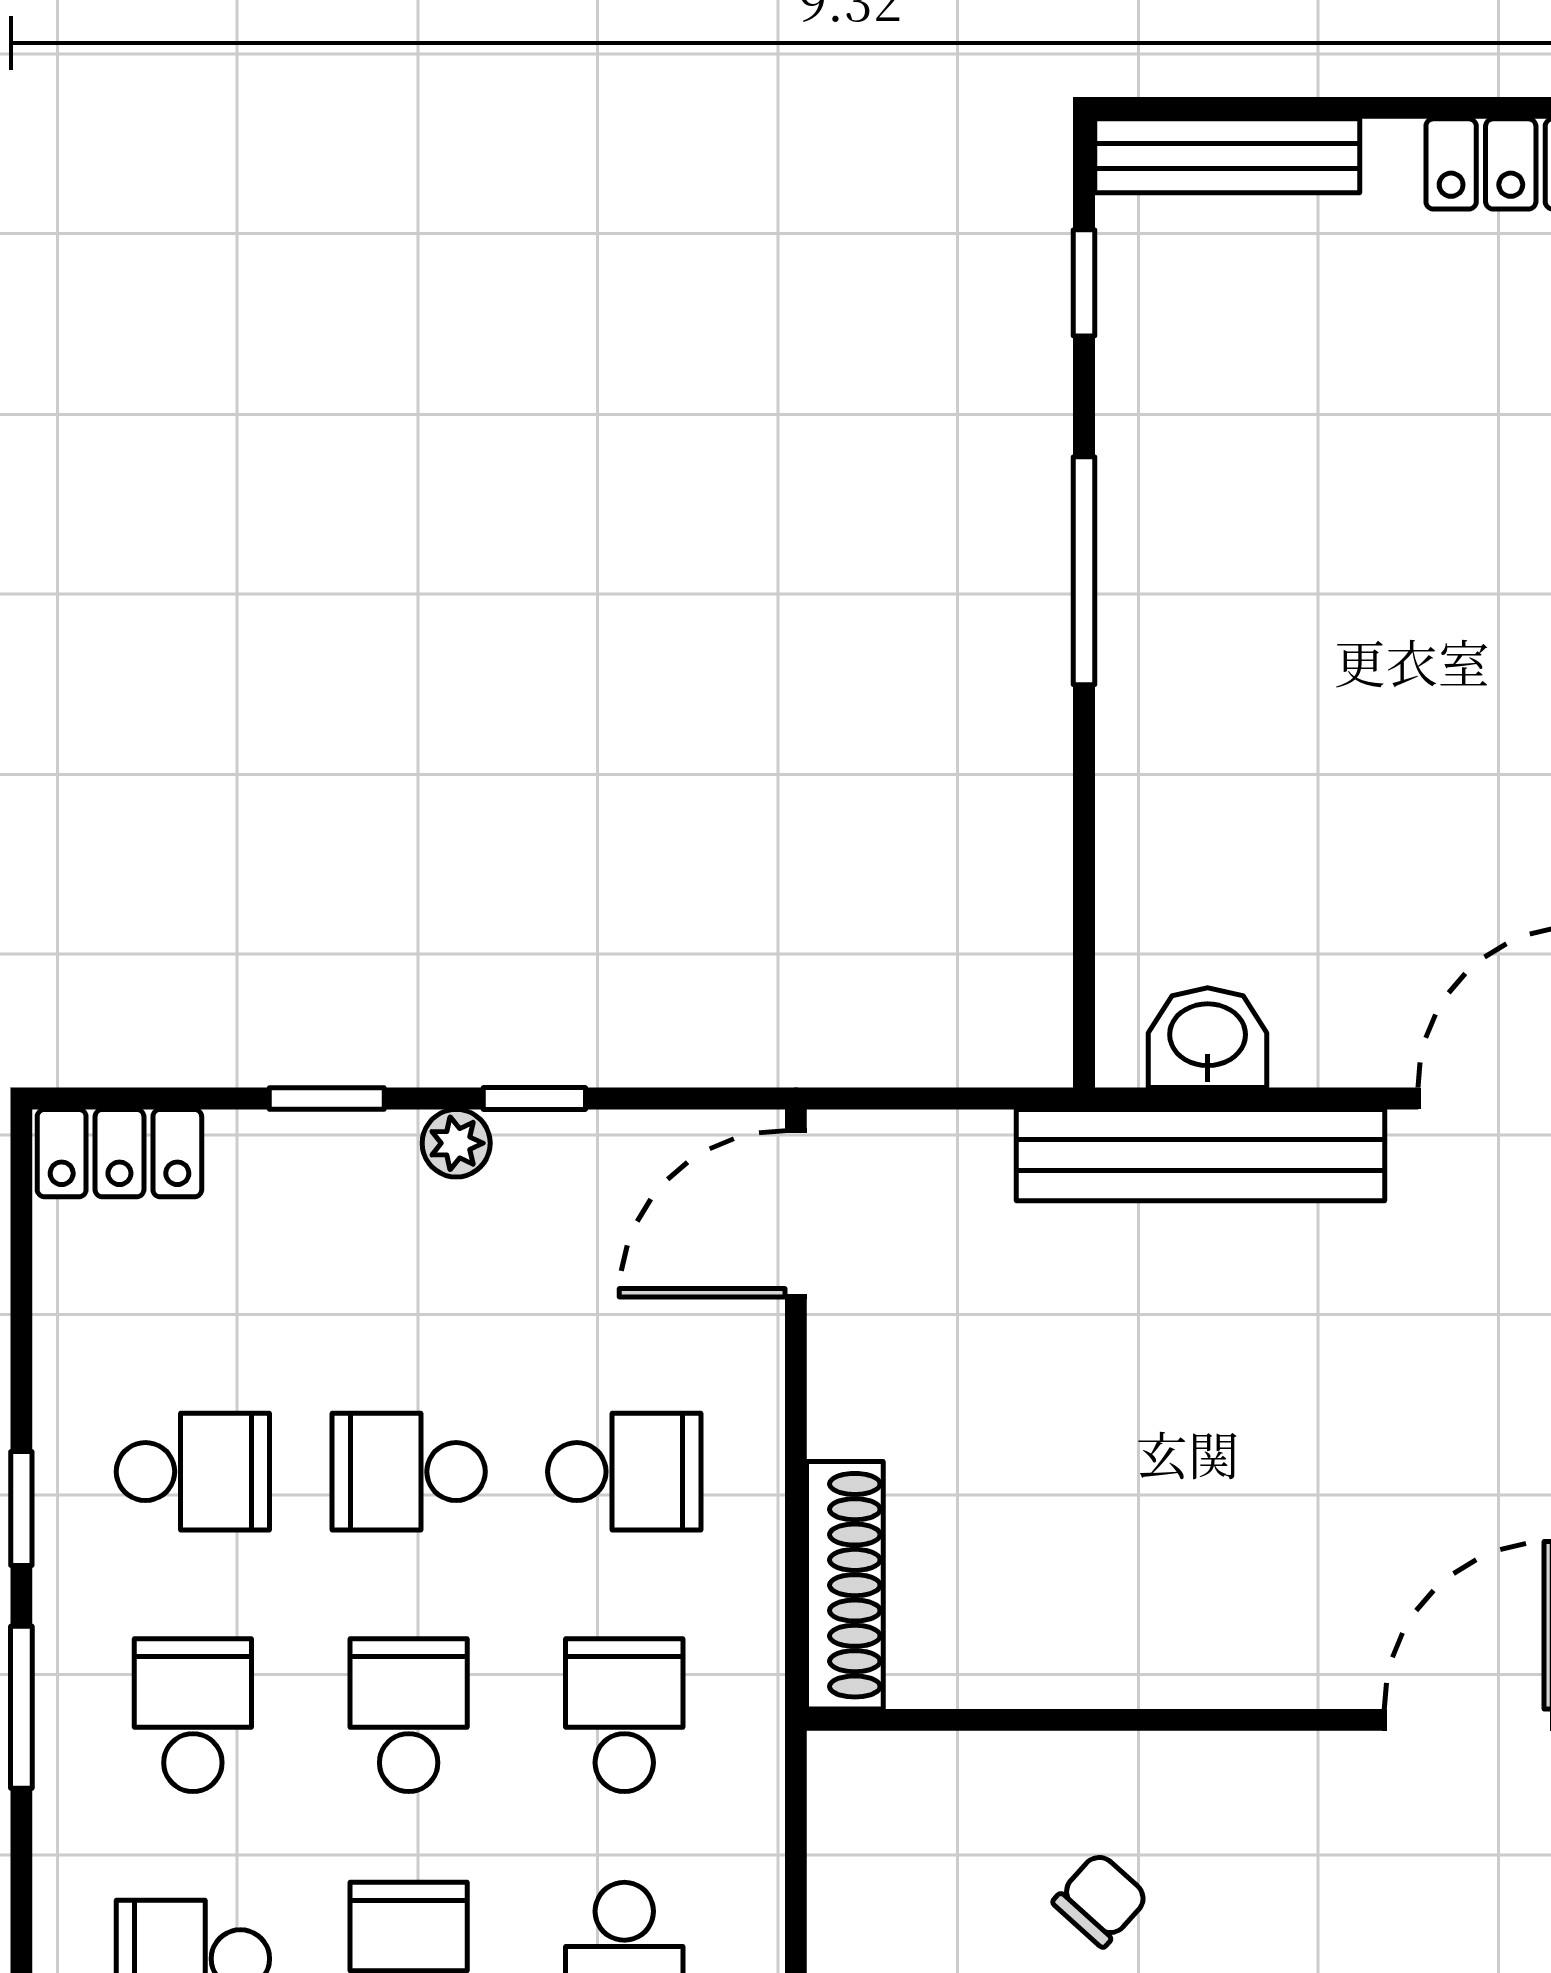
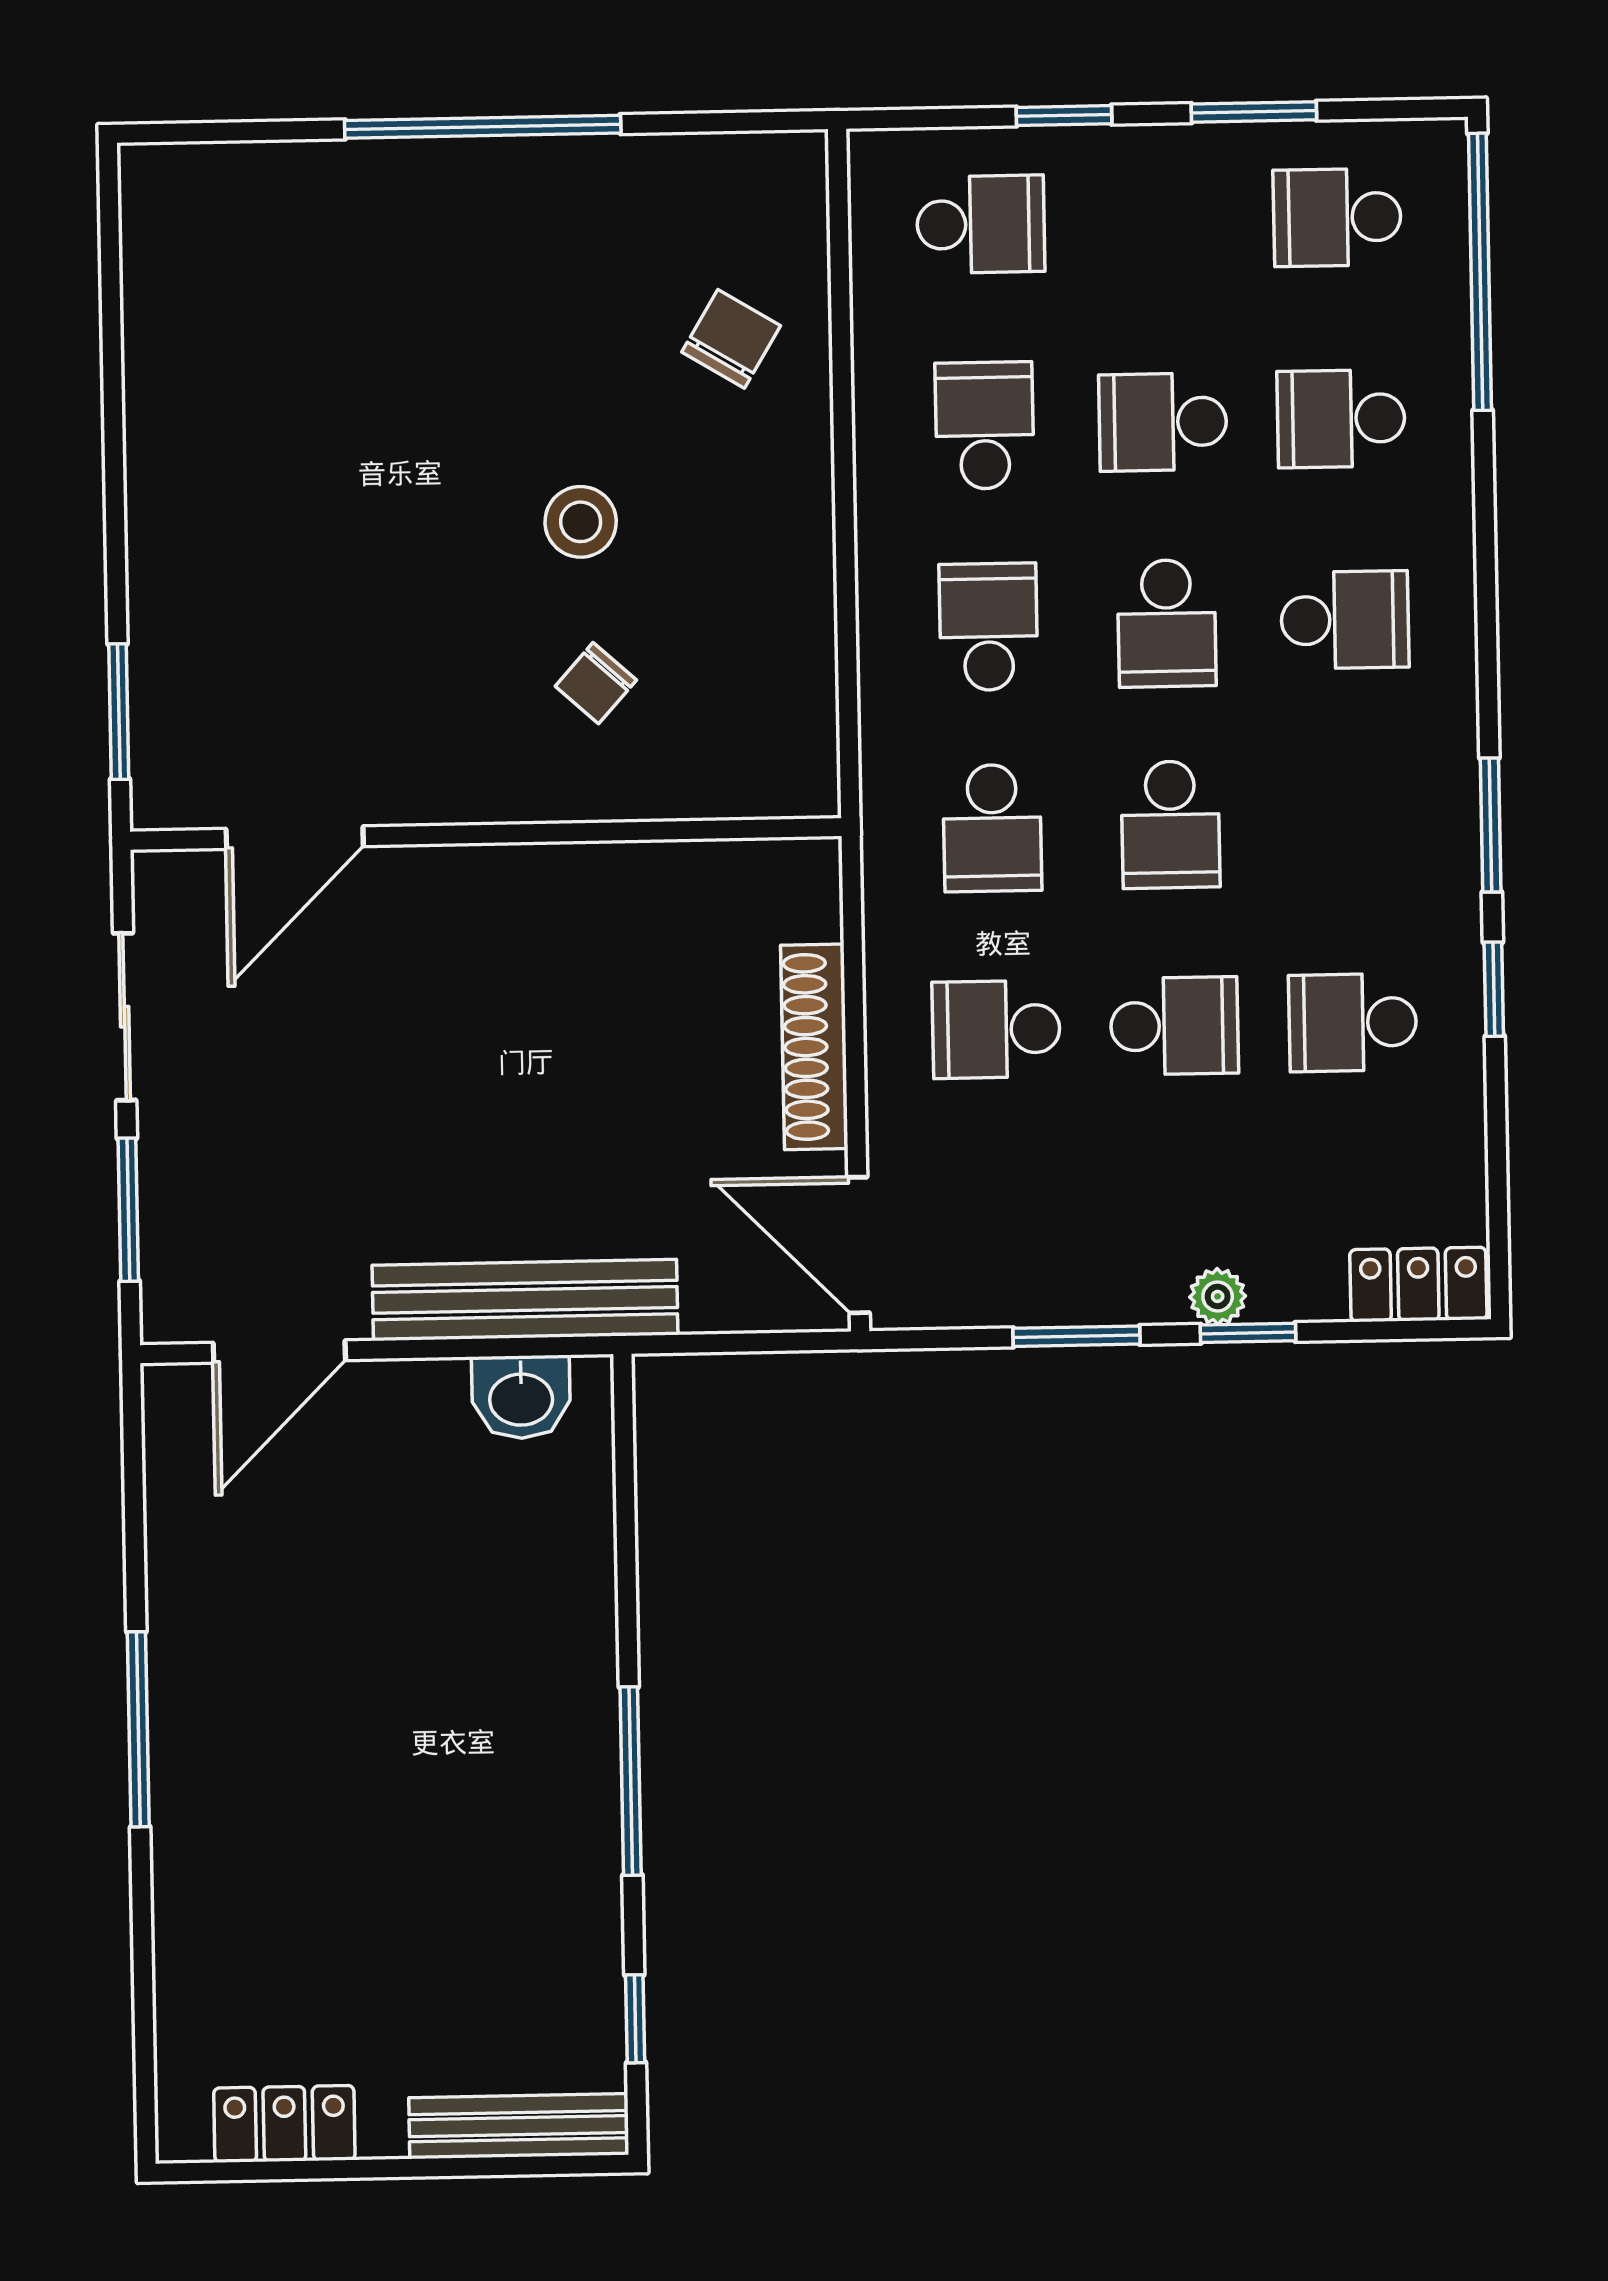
window: (534, 1098) -> (1076, 1336), width x1.50
plant: (456, 1143) -> (1218, 1296), moved
door: (796, 1214) -> (859, 1245), swing flipped
shoe rack: (845, 1585) -> (814, 1047), moved
school desk: (193, 1715) -> (1349, 821), removed

